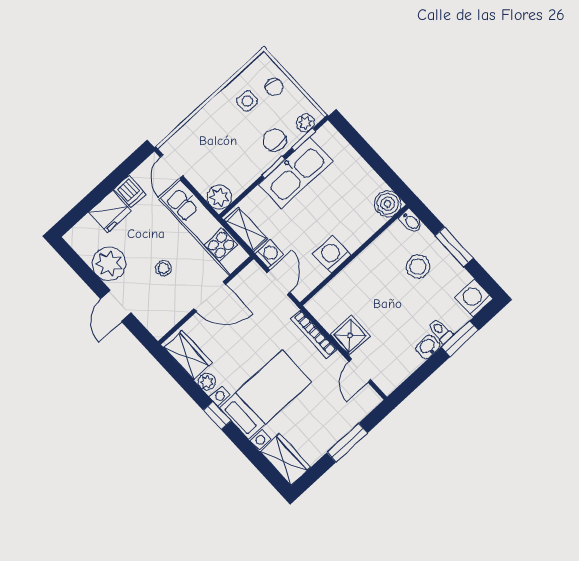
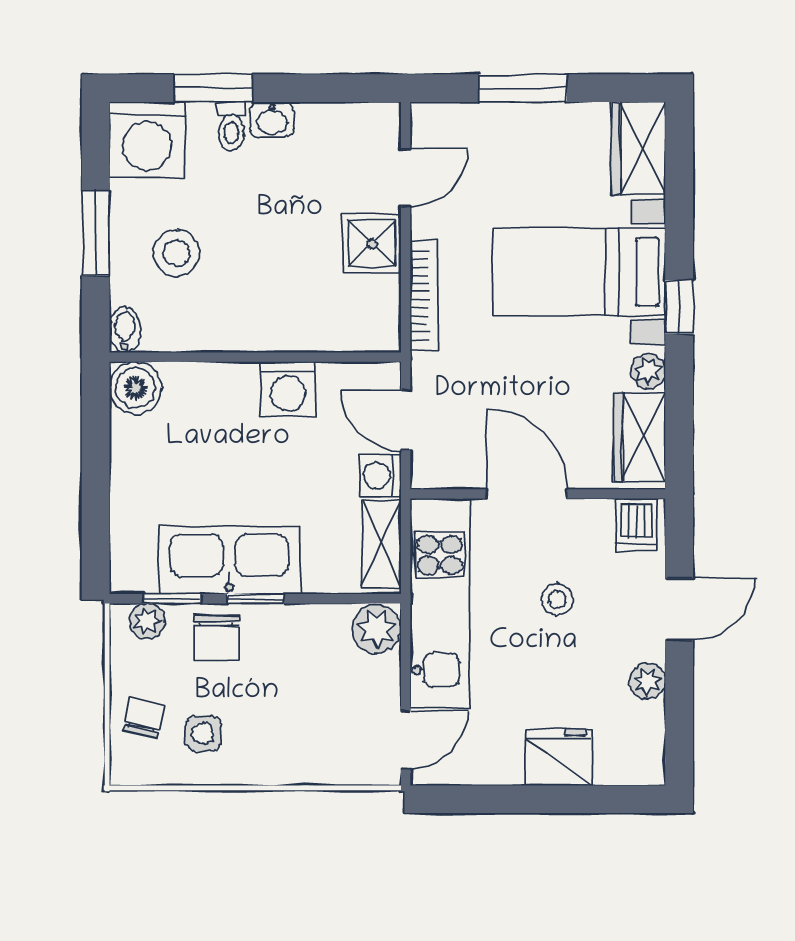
dishwasher: (130, 192) -> (636, 525), moved, turned 180
plant: (109, 264) -> (647, 681), width x0.53, depth x0.53
door: (279, 283) -> (406, 420), hinge flipped
washing machine: (474, 298) -> (147, 140), width x1.37, depth x1.37

